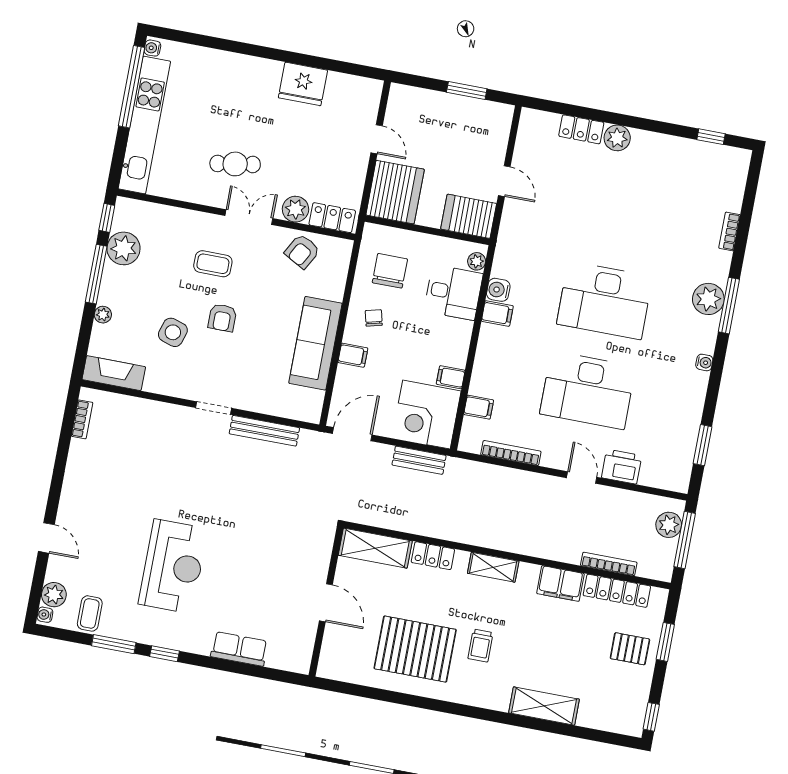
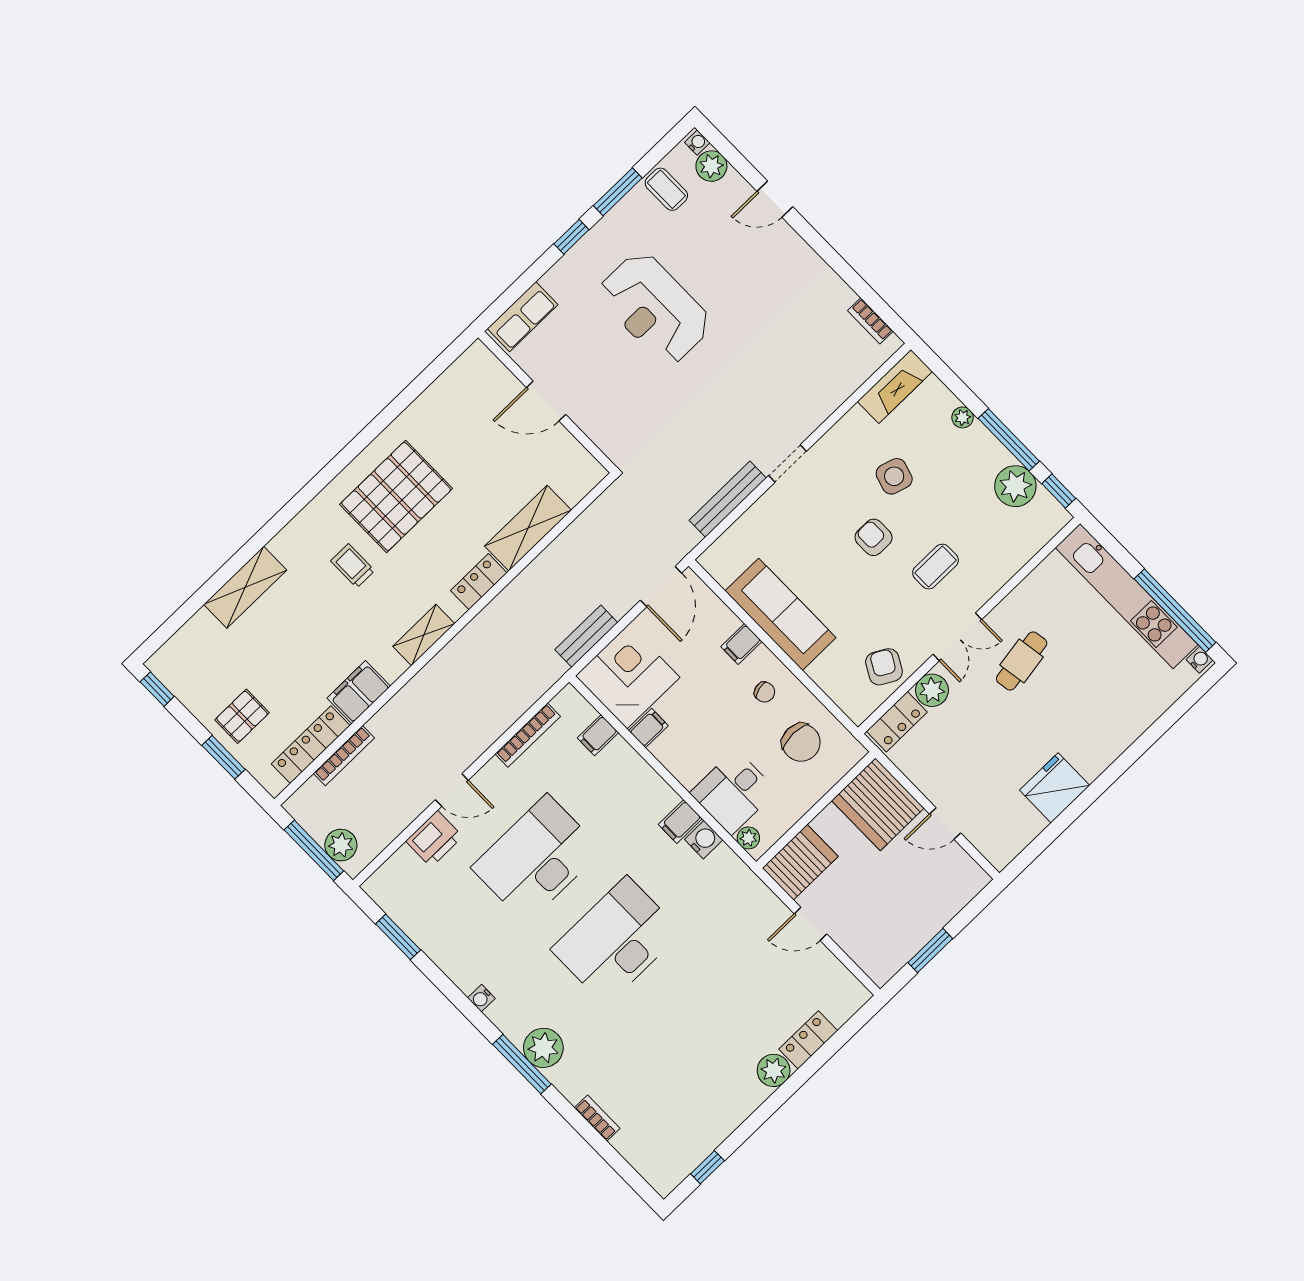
wall: (326, 602) -> (547, 402), moved
door: (326, 603) -> (546, 401), moved

